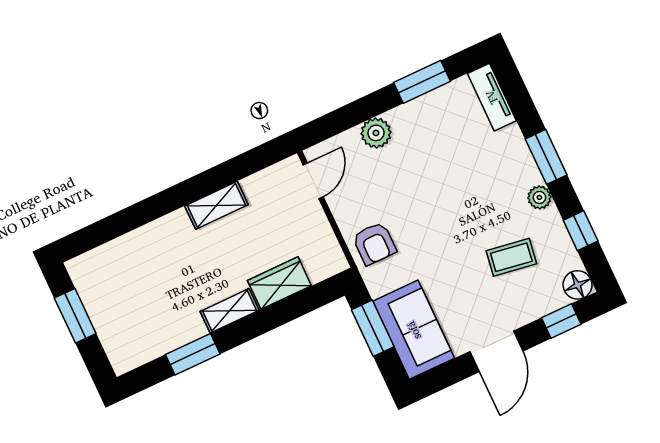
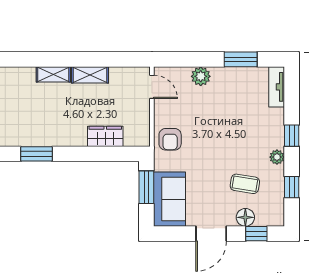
window: (546, 157) -> (292, 136), width x0.67
door: (313, 181) -> (152, 87), hinge flipped
floor lamp: (578, 285) -> (245, 217), moved
shelving: (230, 311) -> (53, 74), moved

